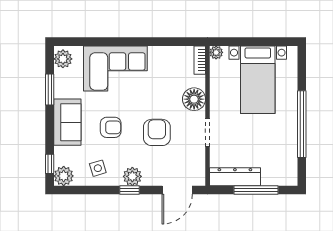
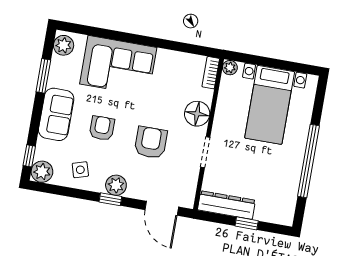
armchair: (111, 127) -> (102, 128), turned -90
door: (177, 190) -> (162, 208), hinge flipped
window: (256, 190) -> (247, 223), width x0.46

